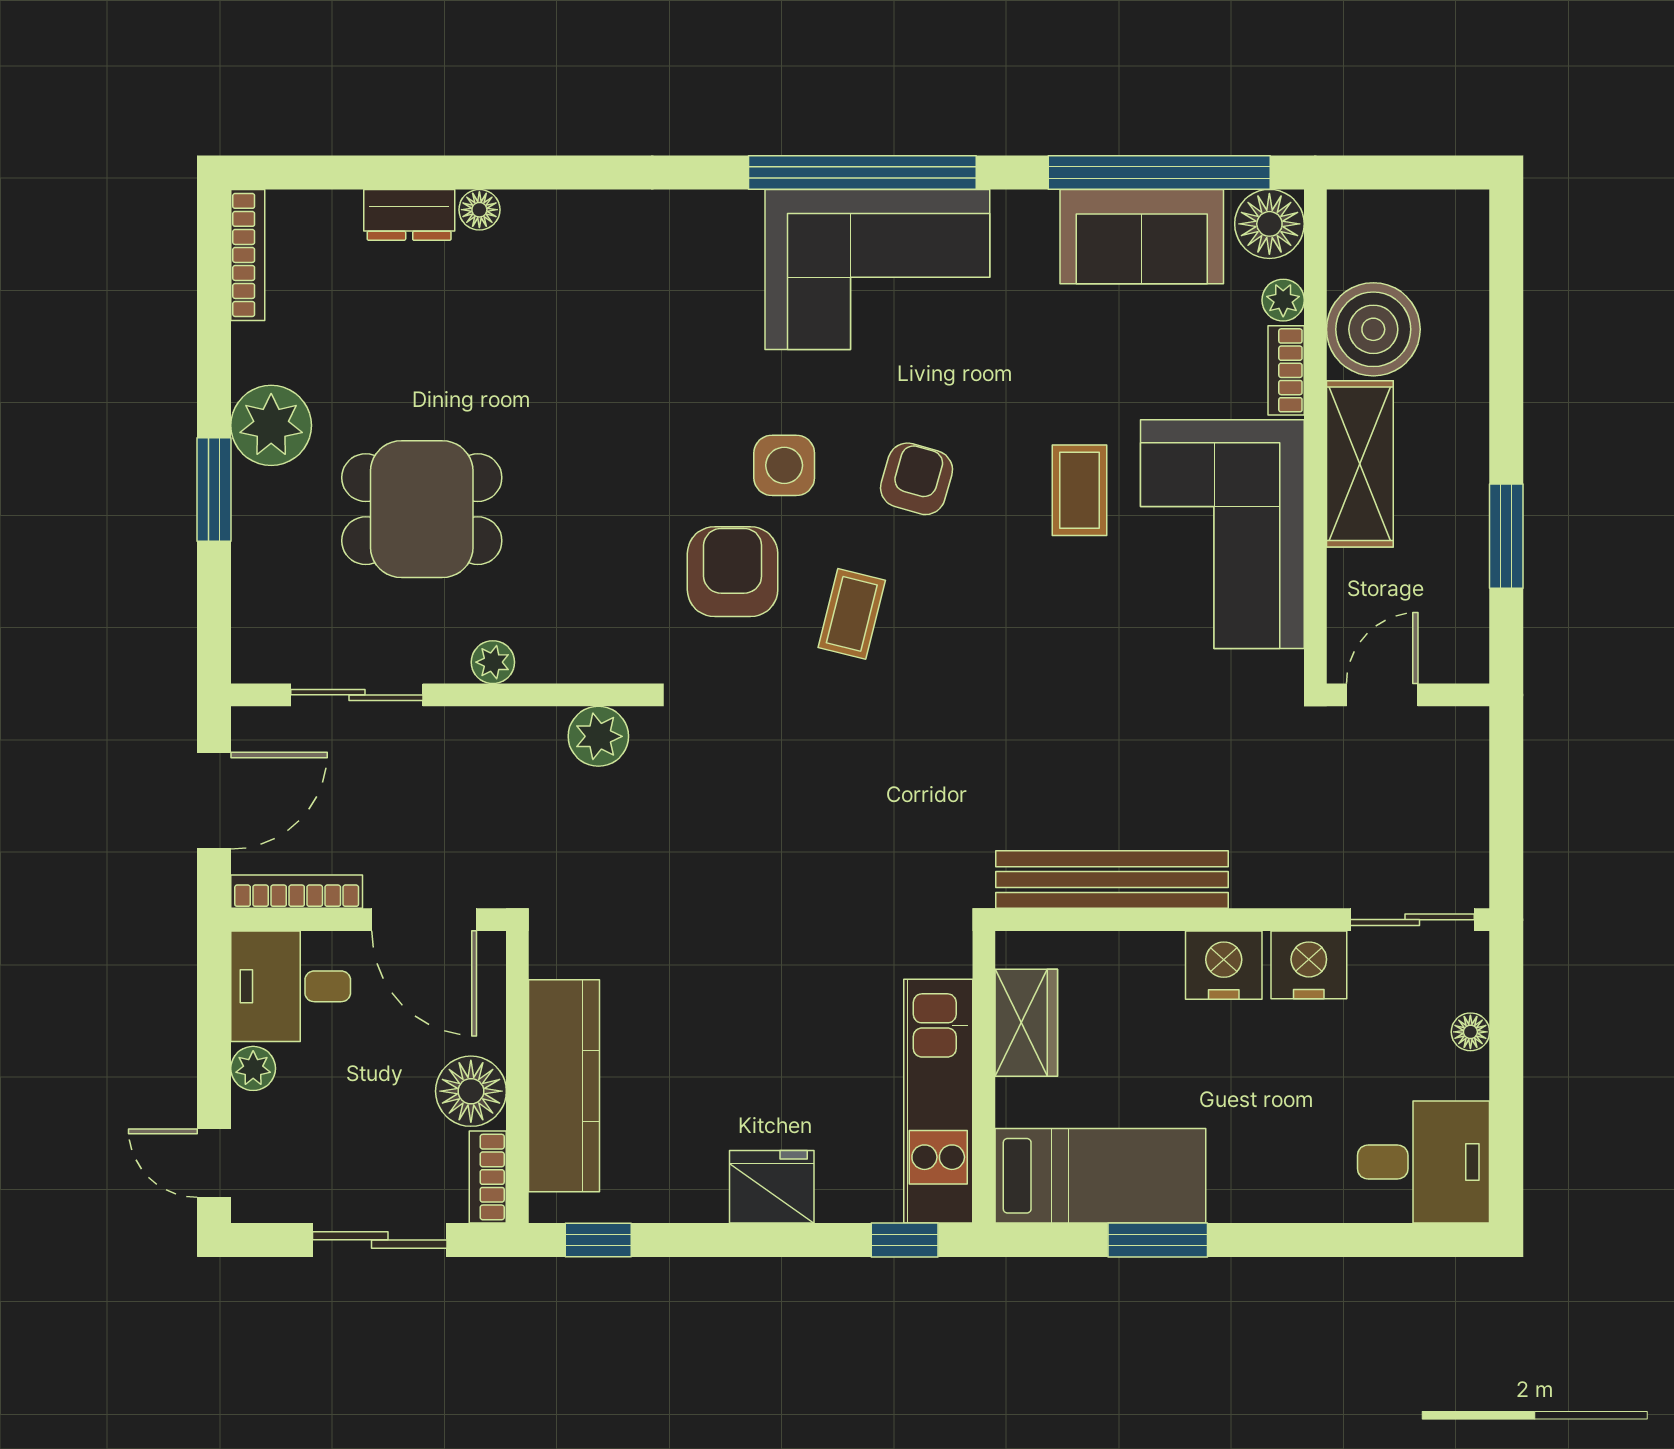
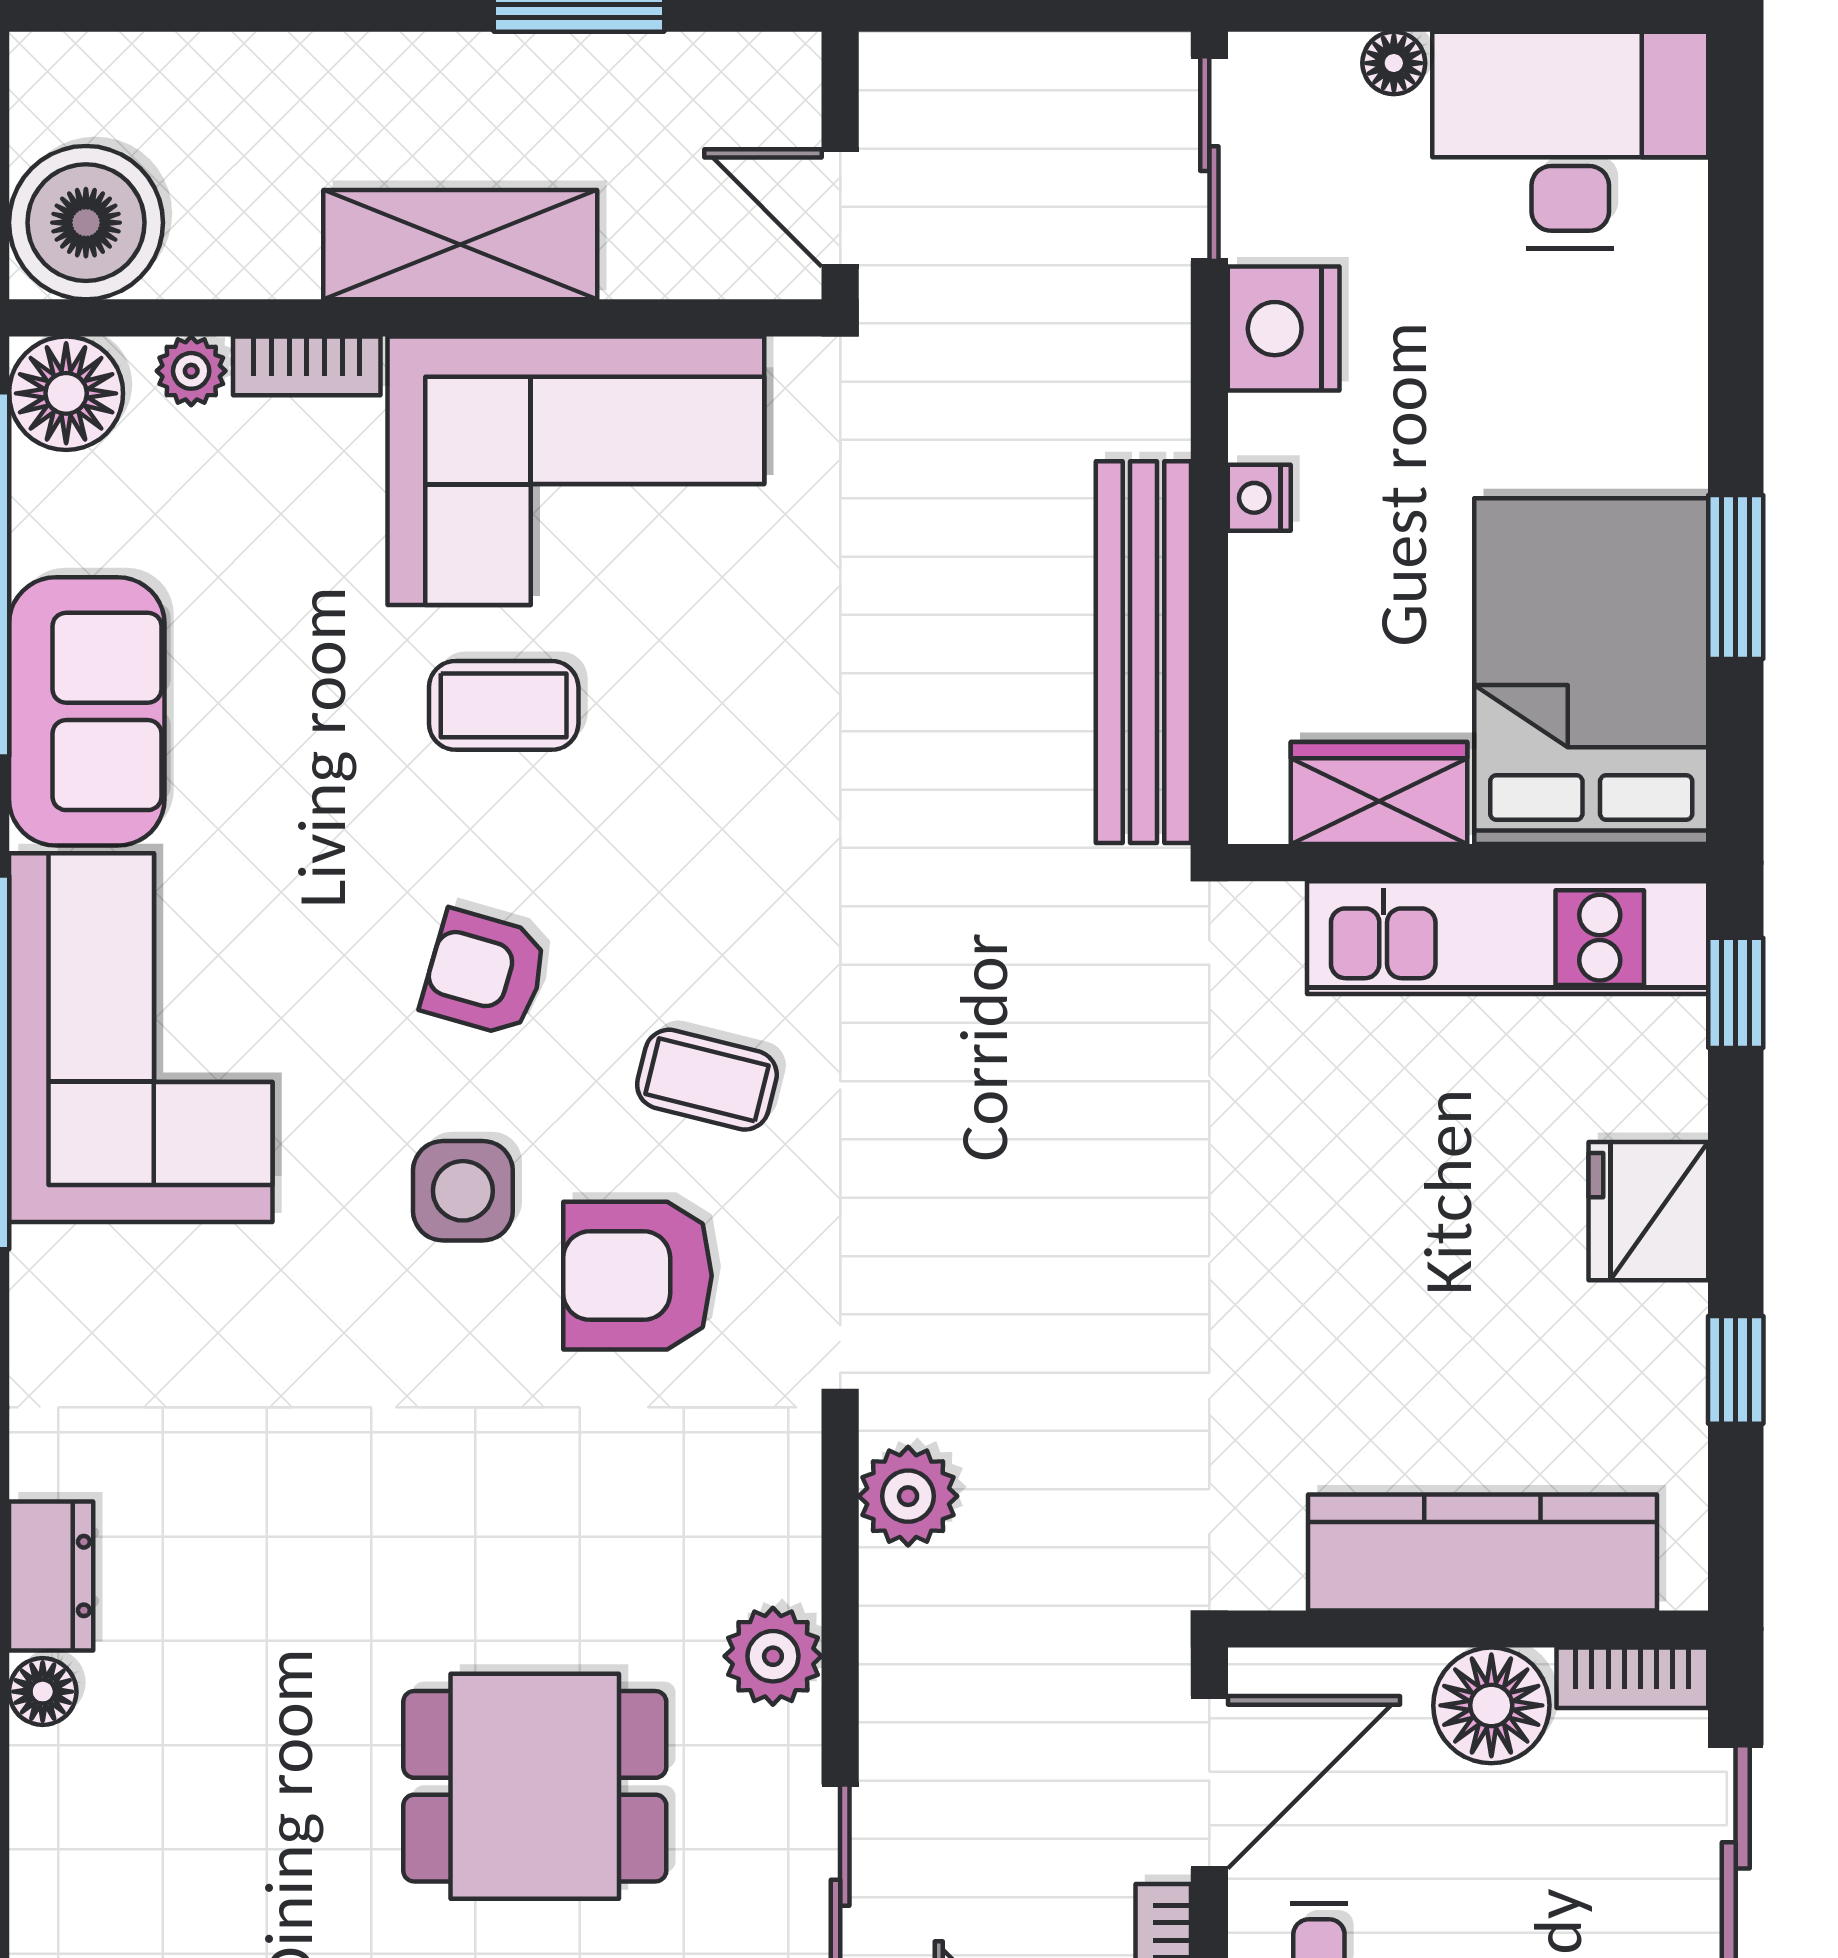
dresser: (409, 215) -> (51, 1576), moved
sofa: (1142, 237) -> (87, 711), moved
boiler: (1373, 329) -> (86, 223), moved
dining table: (422, 509) -> (535, 1786), turned 90
plant: (493, 662) -> (773, 1656), width x1.38, depth x1.38
nightstand: (1224, 965) -> (1259, 498), width x0.53, depth x0.56
desk: (1424, 1162) -> (1570, 140), width x1.37
bed: (1100, 1176) -> (1591, 671), width x1.50
window: (598, 1240) -> (1736, 1370), moved

